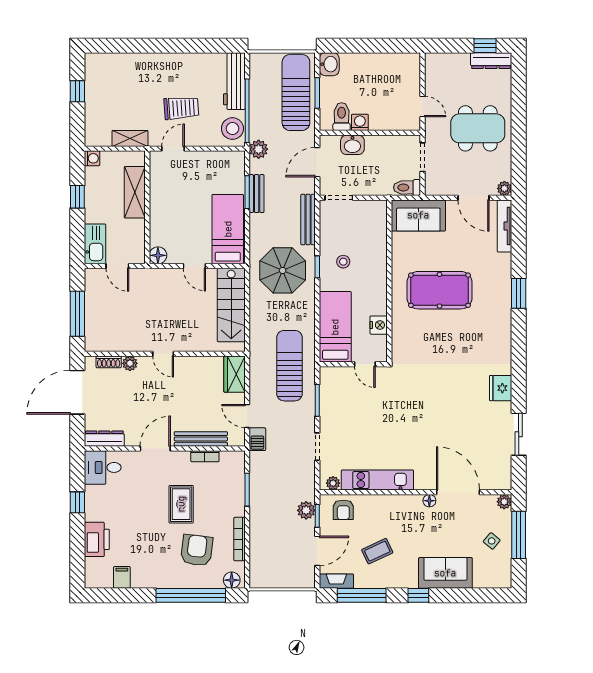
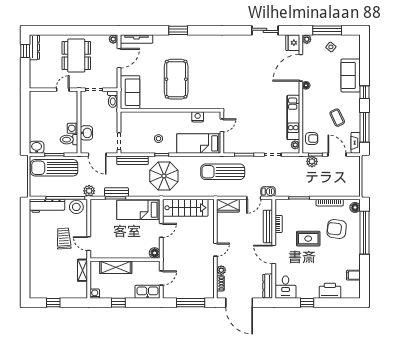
fridge: (501, 388) -> (293, 43), moved, turned 90

